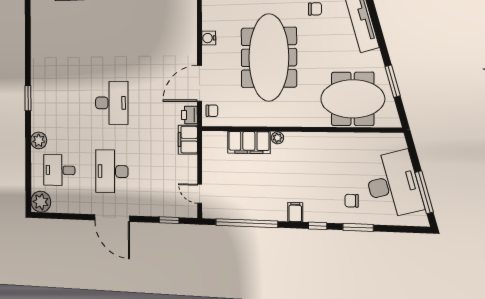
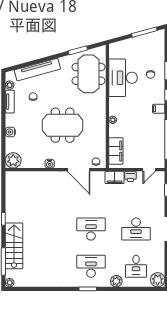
meeting table: (269, 57) -> (63, 125), width x0.73
desk: (59, 103) -> (91, 266), added
printer: (189, 115) -> (130, 176), moved
filing cabinet: (249, 142) -> (116, 151), moved
desk: (393, 185) -> (123, 78), moved, turned -75

